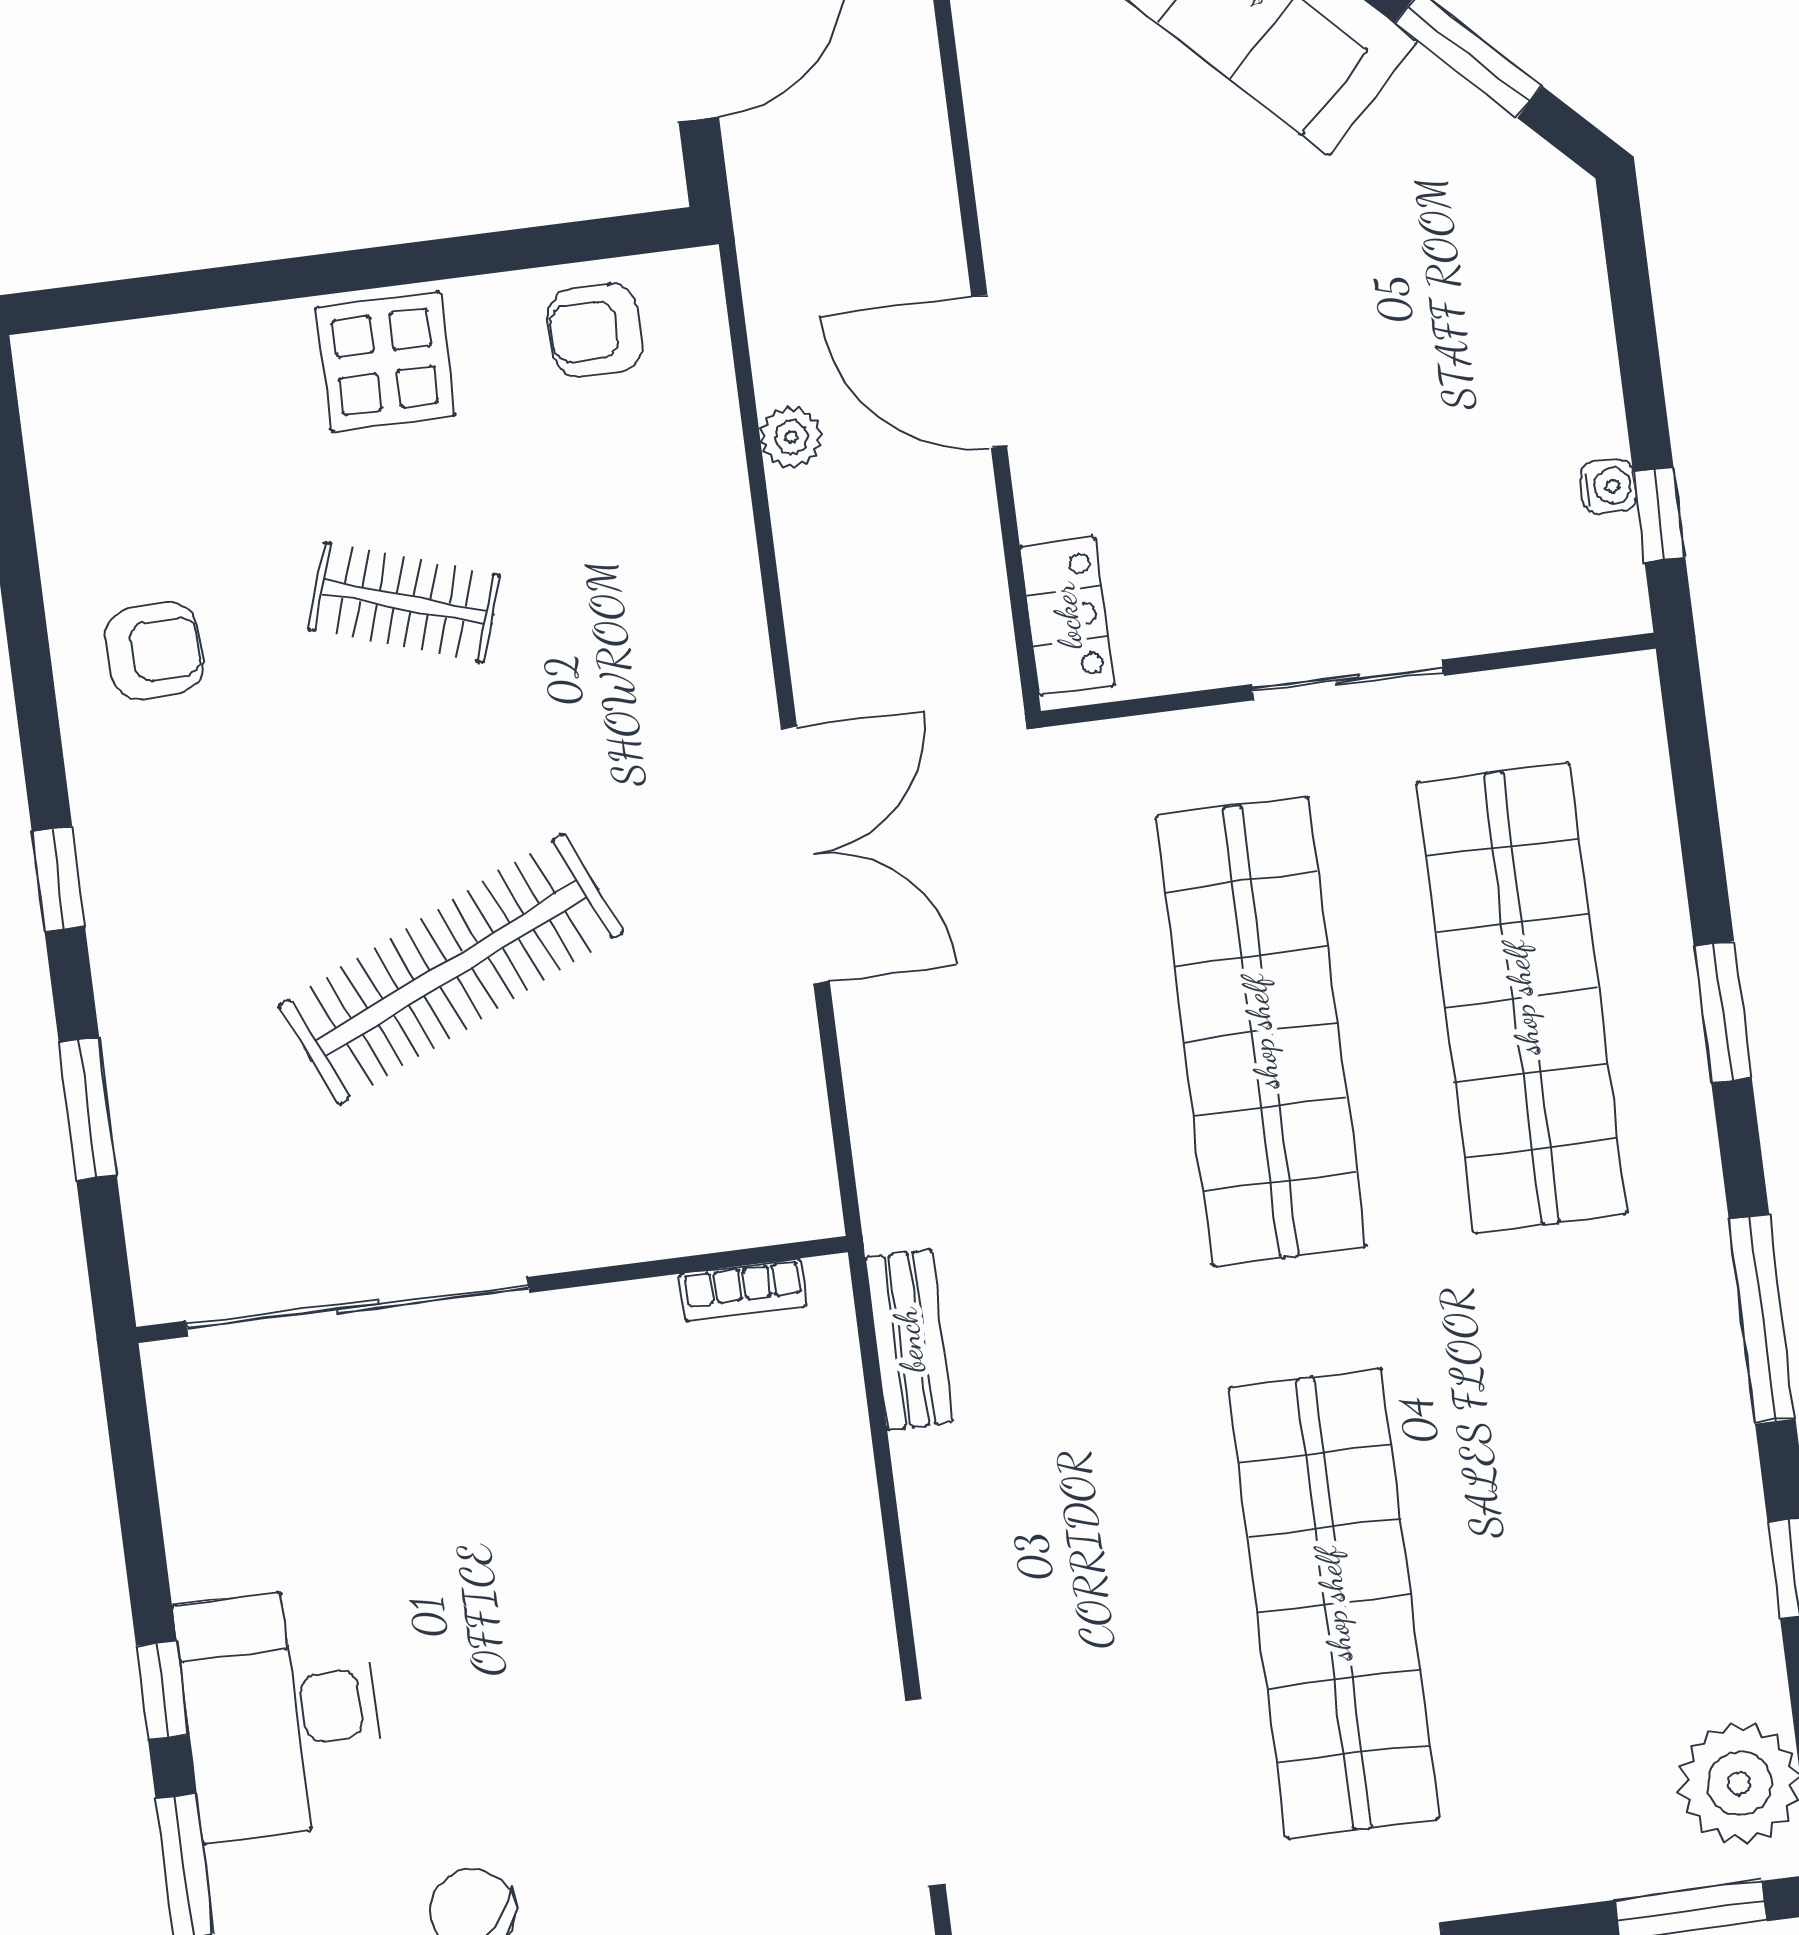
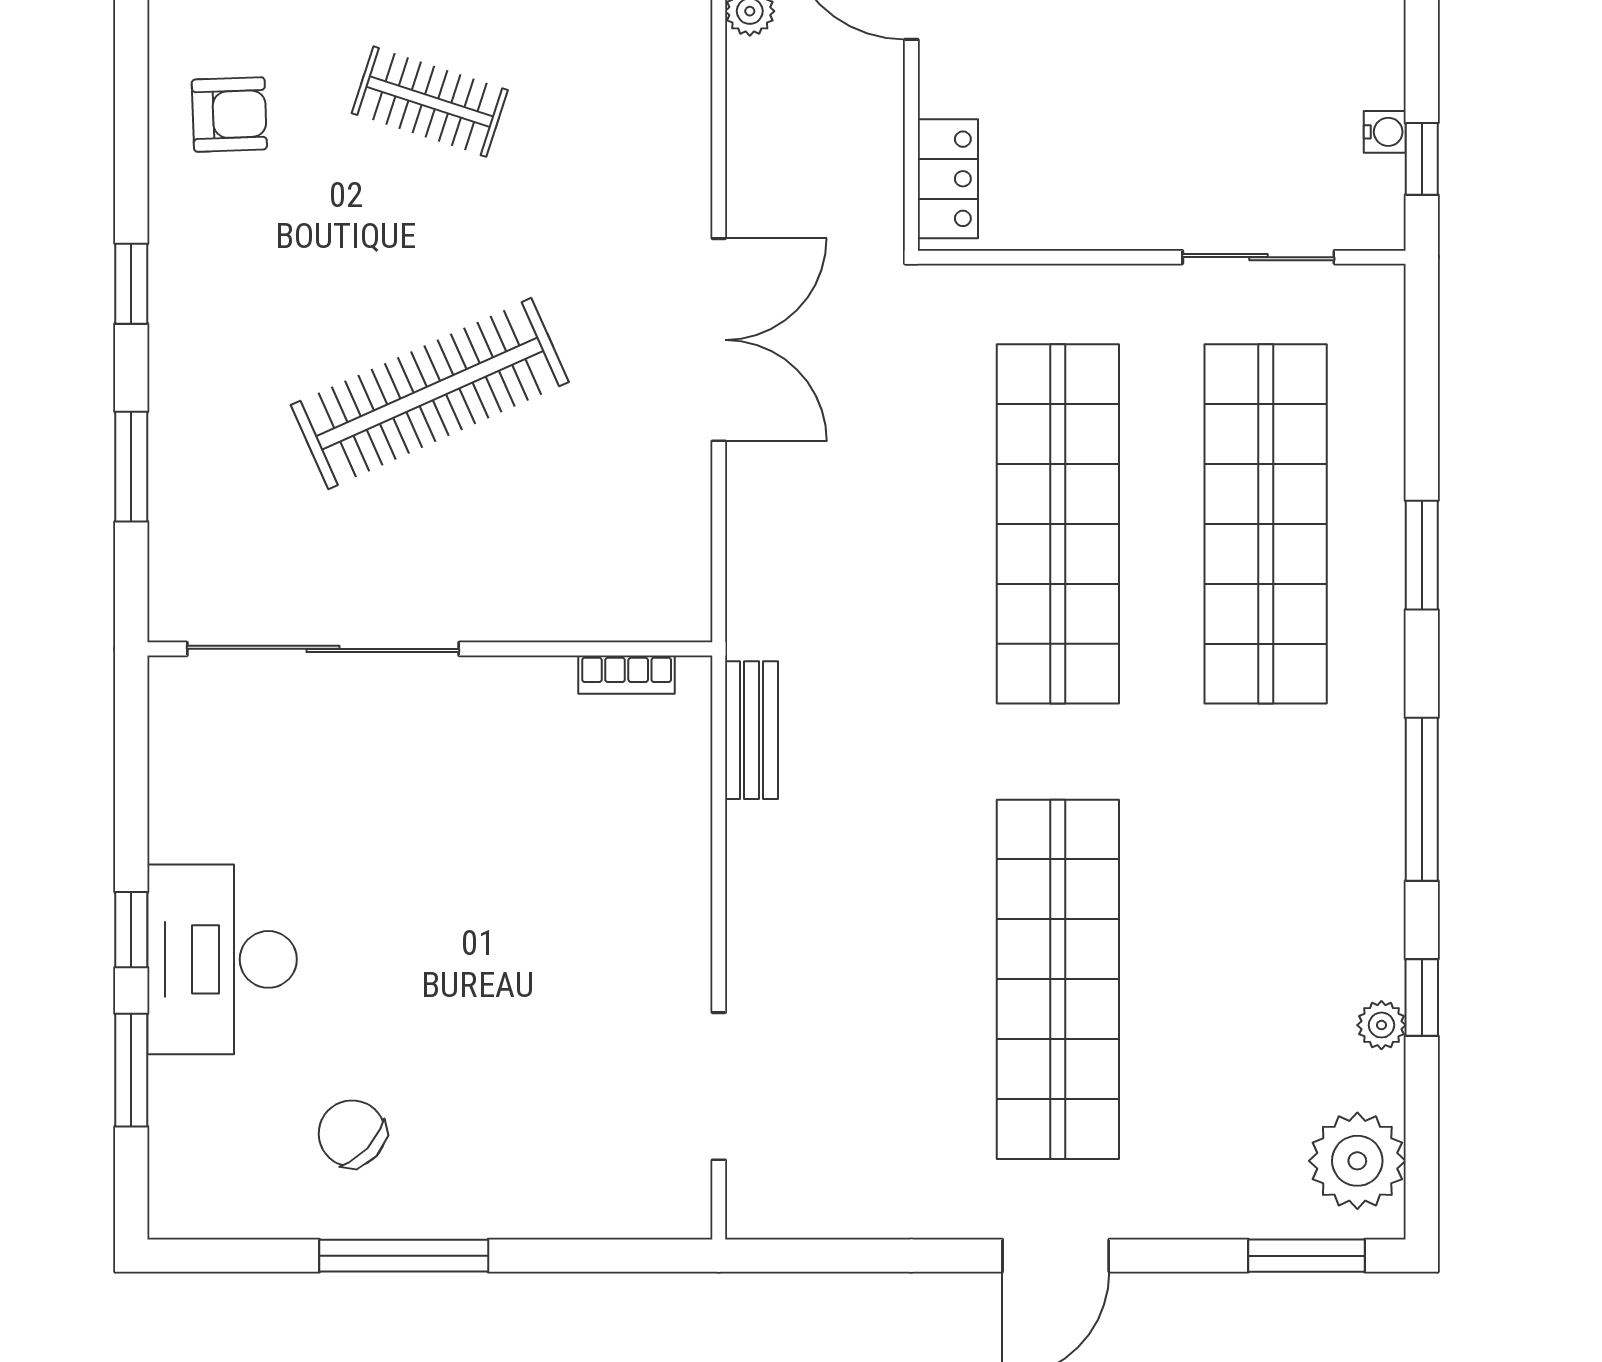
sliding door: (1347, 680) -> (1258, 257), moved
plant: (1748, 1609) -> (1381, 1025), added

